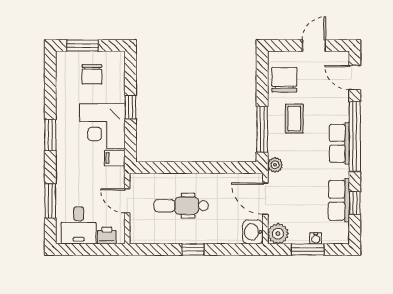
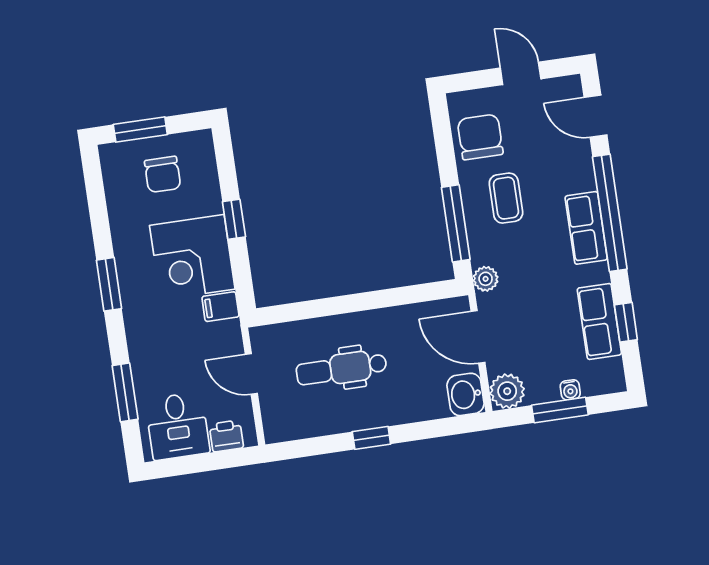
door: (314, 46) -> (521, 73), hinge flipped

